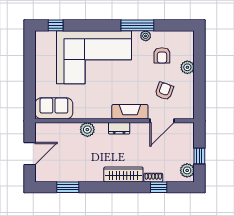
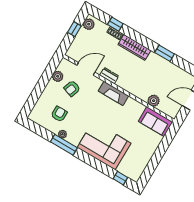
corner sofa: (94, 57) -> (104, 145), width x0.73, depth x0.74
plant: (187, 67) -> (58, 76), moved
fireplace: (130, 112) -> (113, 93), moved
dresser: (119, 128) -> (109, 76), moved
plant: (87, 130) -> (154, 101), moved
window: (68, 187) -> (165, 53), moved

